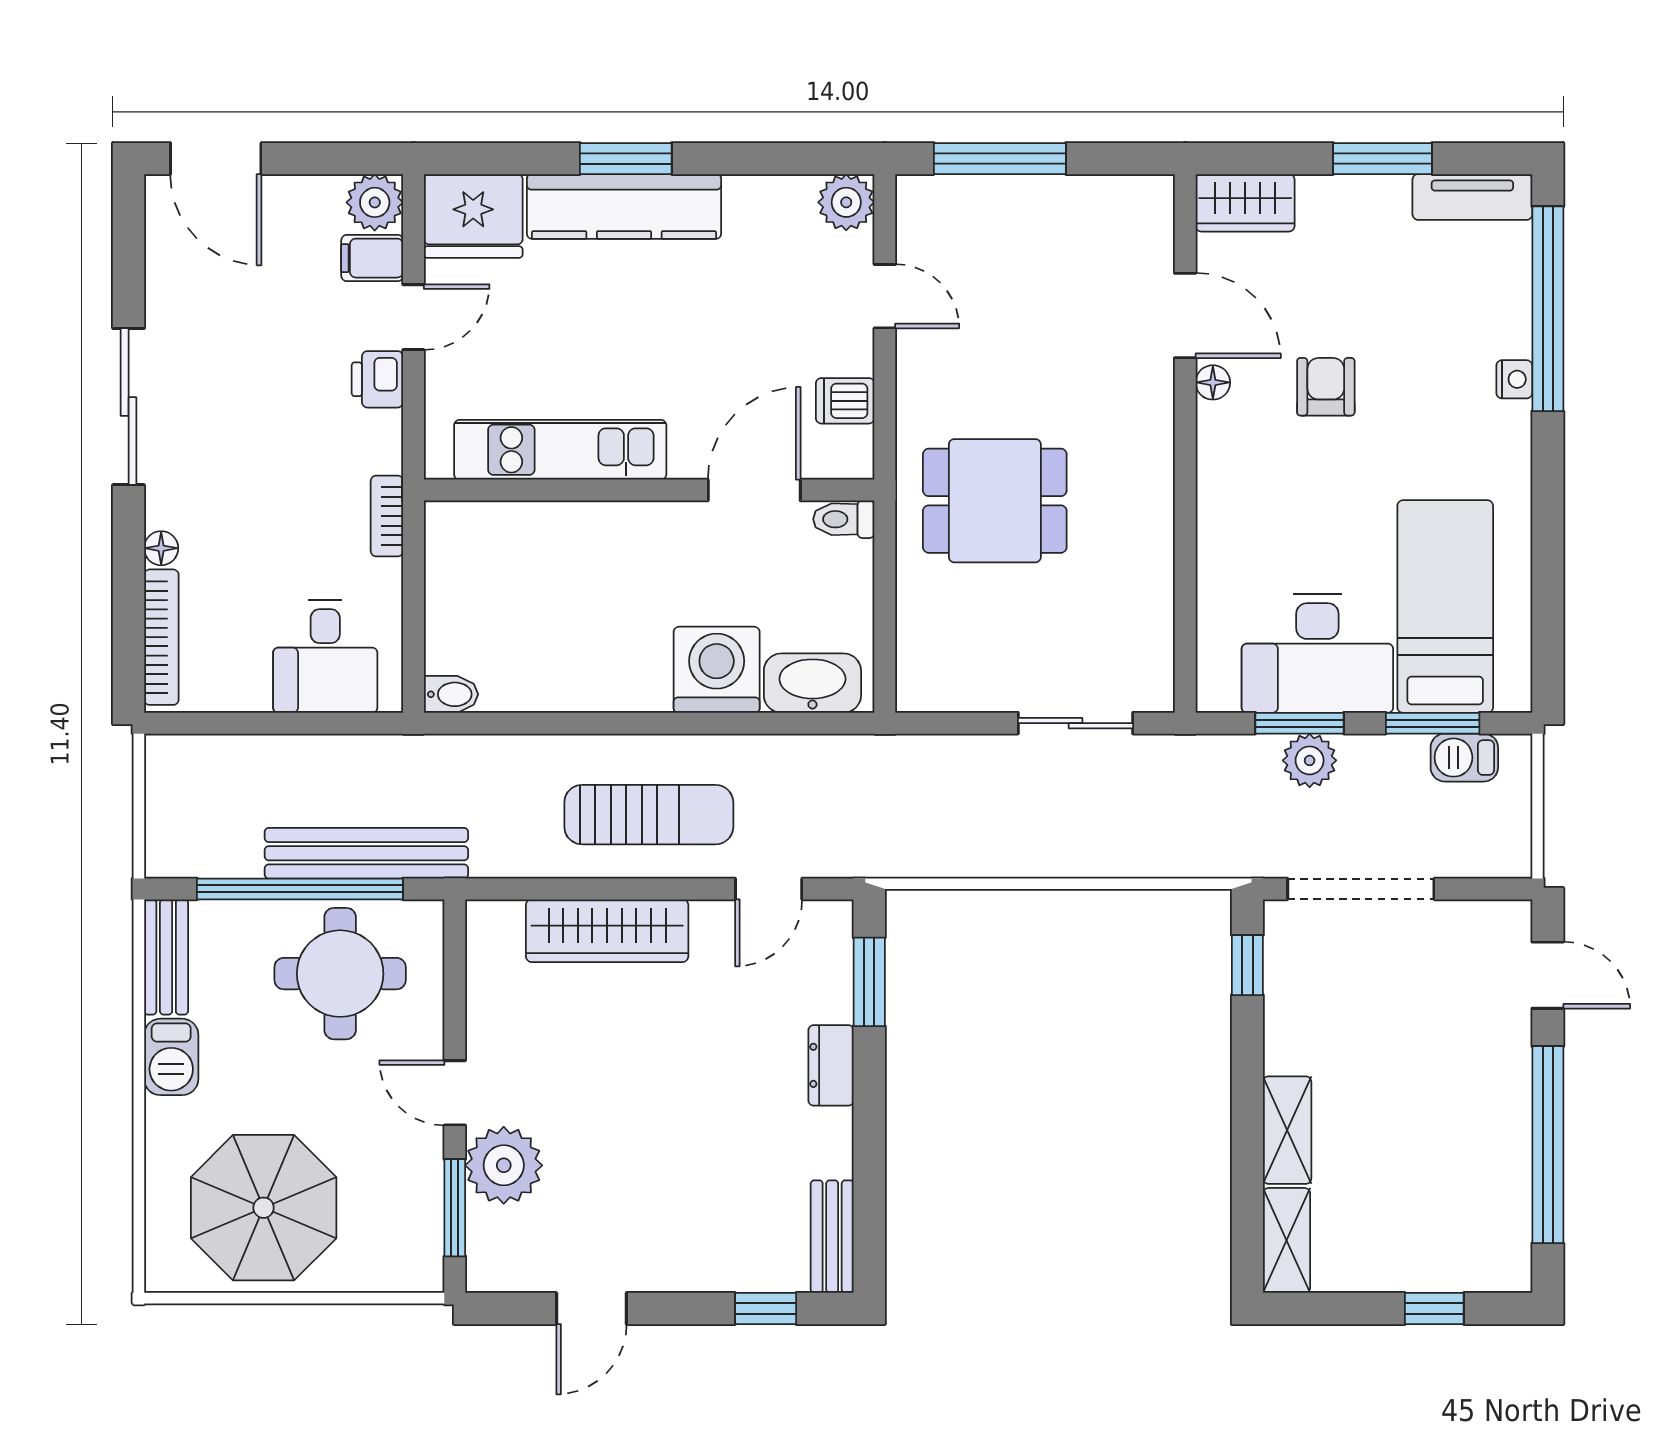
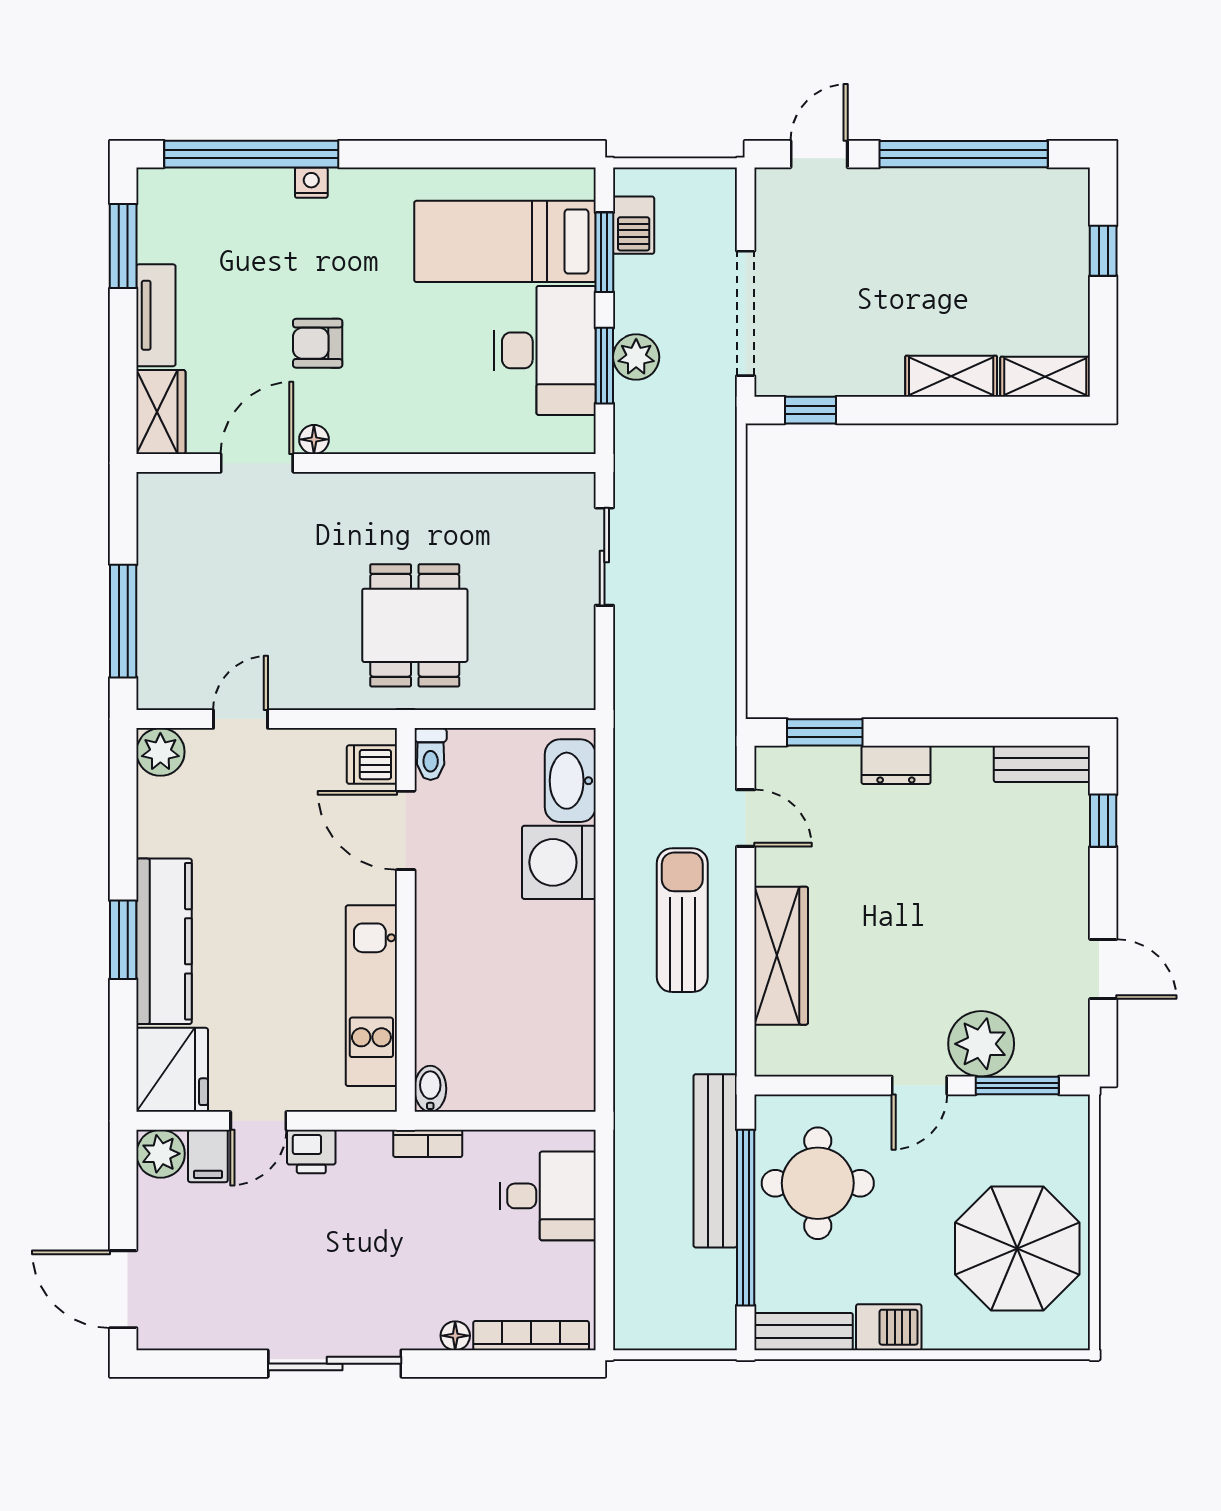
door: (216, 159) -> (123, 1289), swing flipped
window: (1383, 159) -> (123, 246), moved
tv unit: (1472, 197) -> (156, 315), moved
door: (413, 317) -> (258, 1121), swing flipped
dishwasher: (845, 401) -> (372, 765), moved, turned 90
bidet: (451, 694) -> (430, 1089), moved

